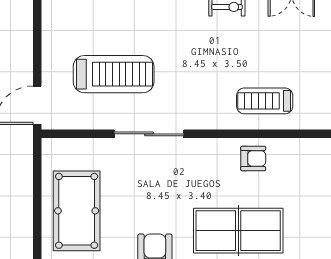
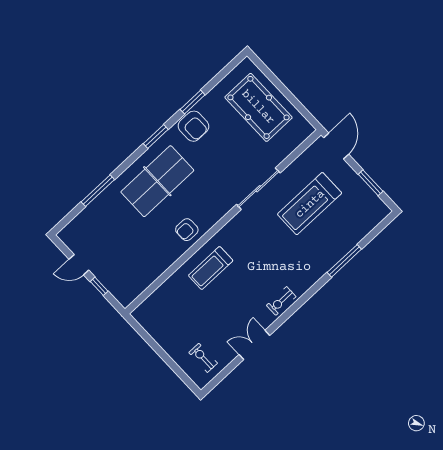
window: (37, 40) -> (371, 183), added
treadmill: (265, 101) -> (211, 268), turned 180

